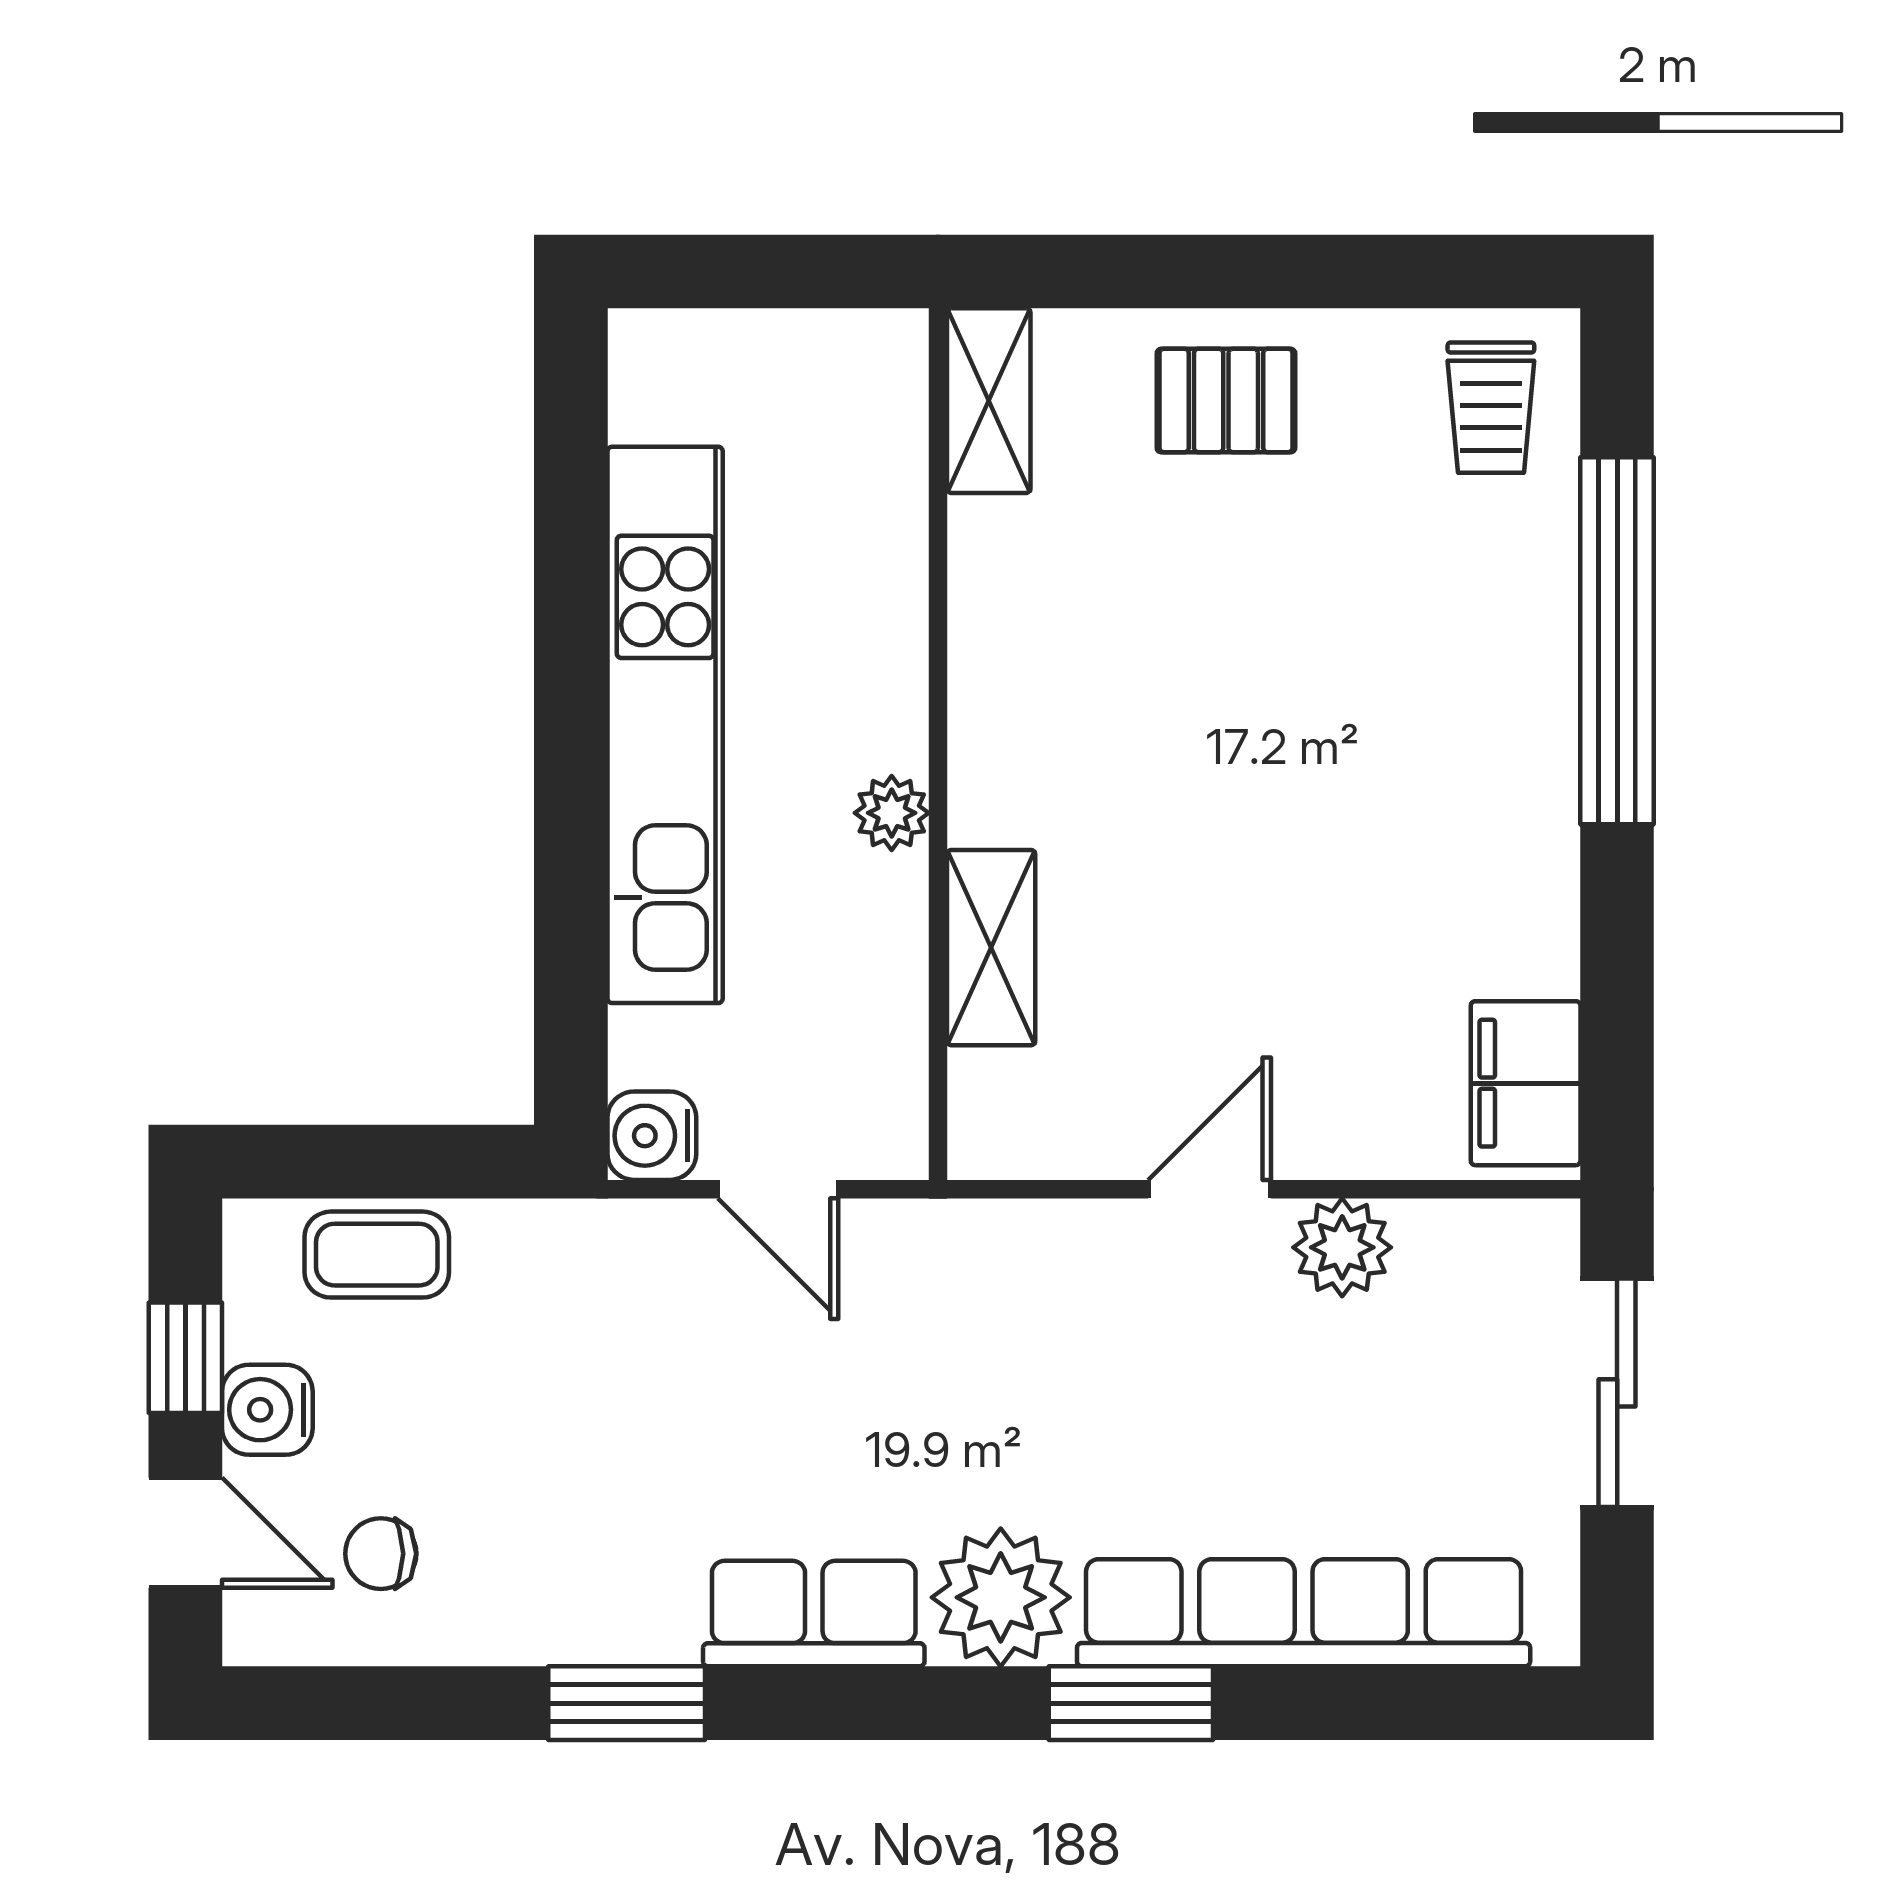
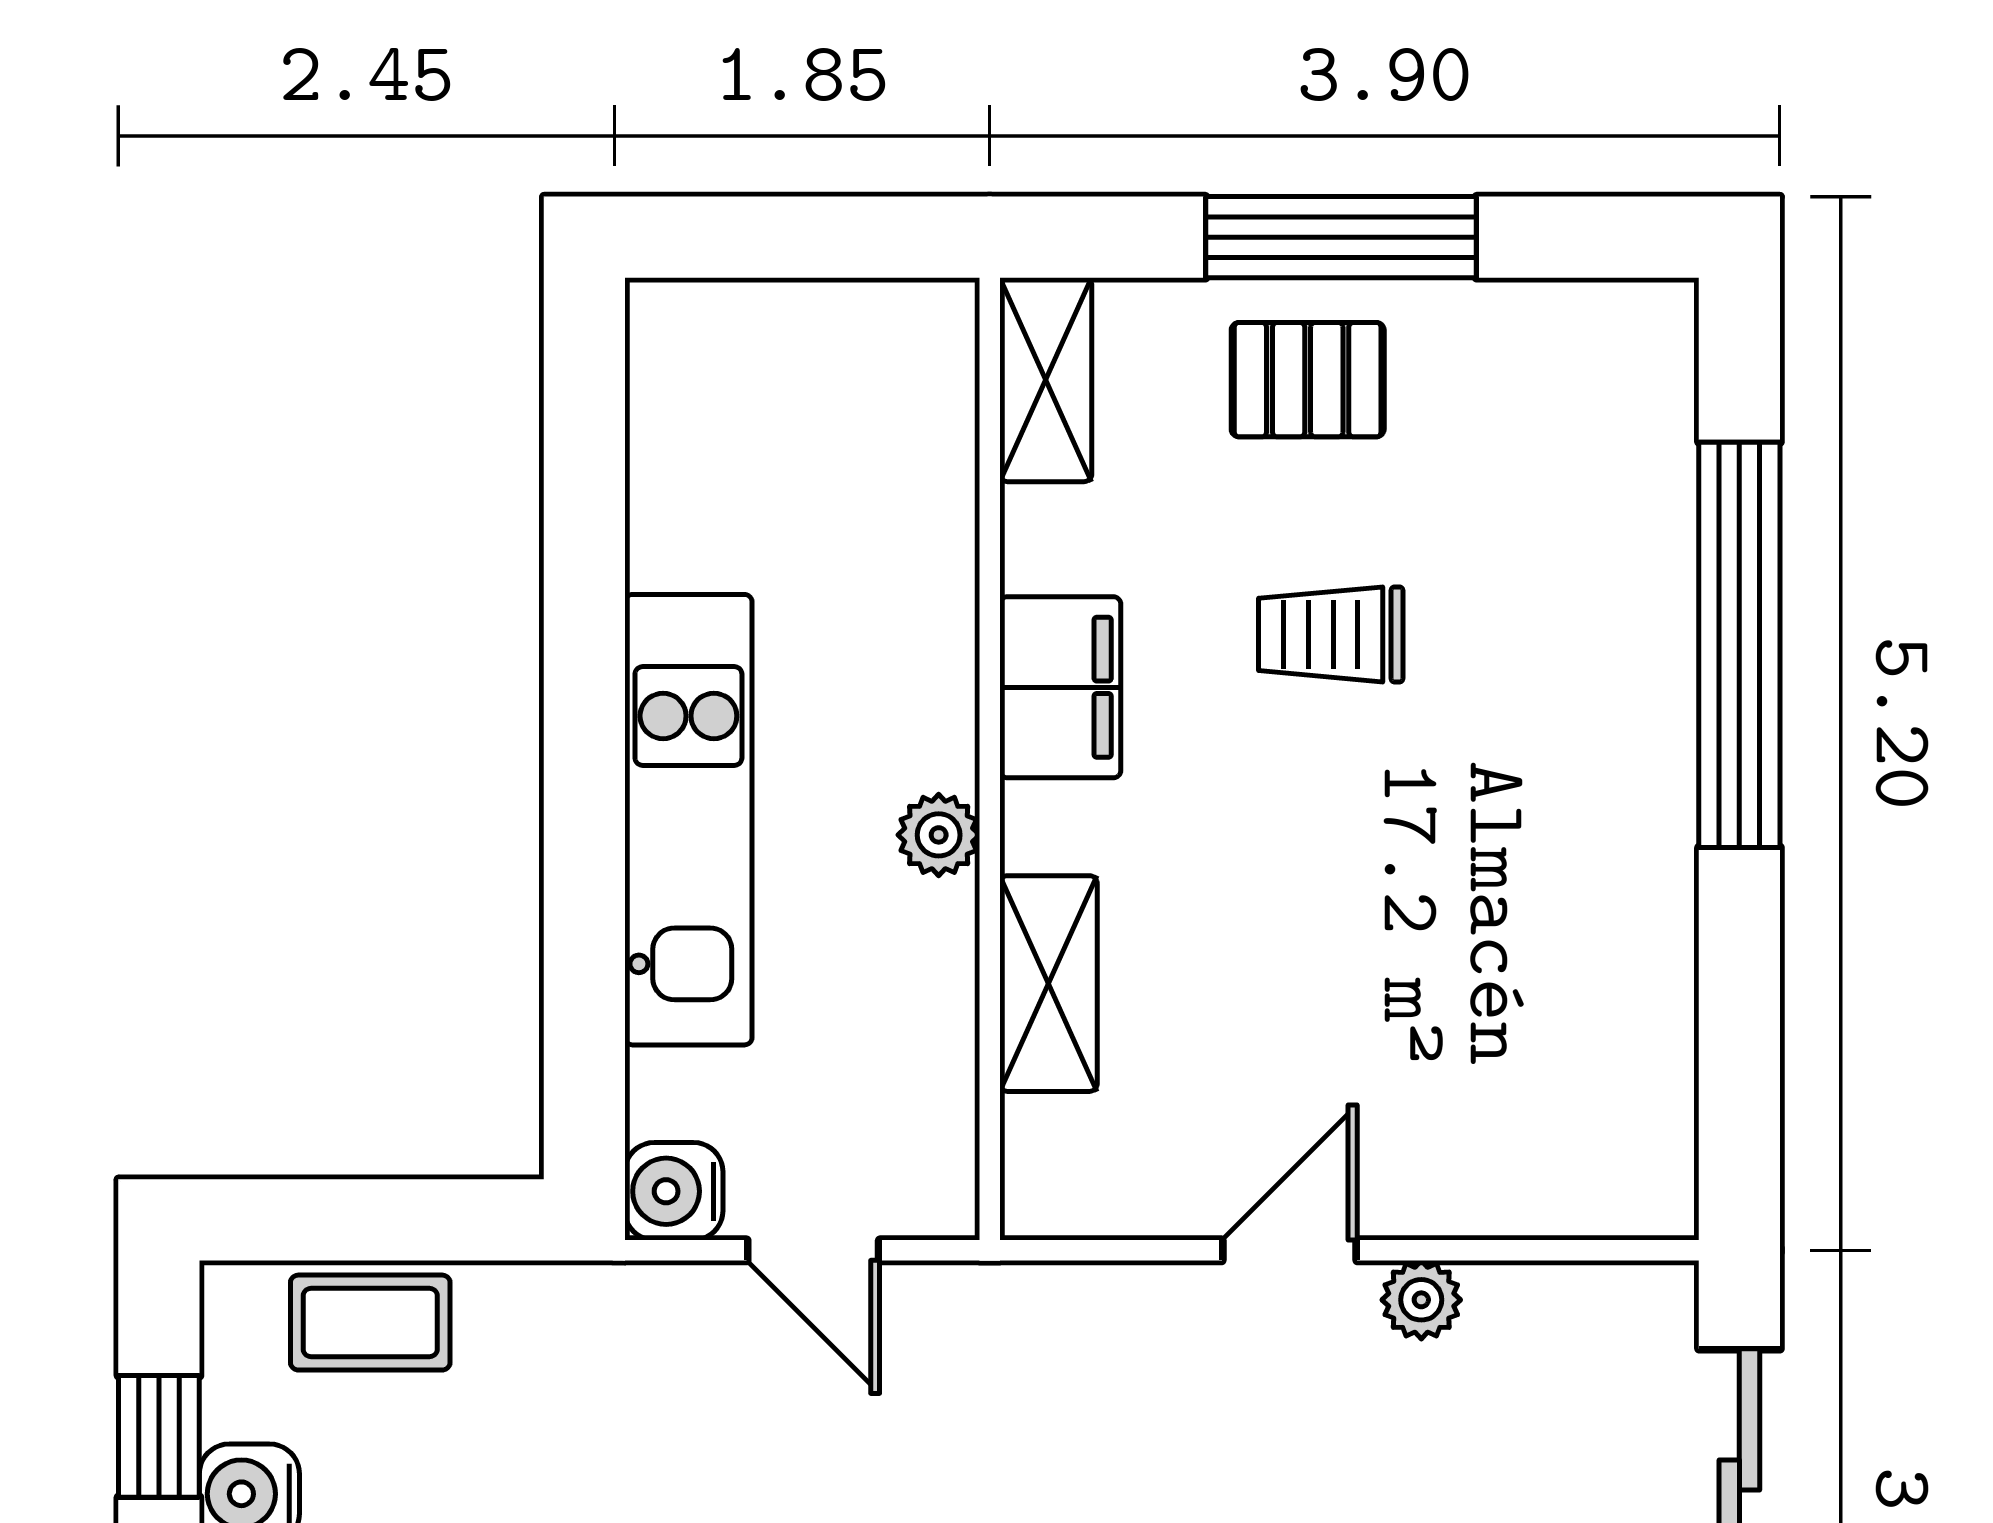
window: (1256, 272) -> (1341, 237), added
trolley: (1491, 408) -> (1331, 634), moved, turned 90
kitchen unit: (665, 725) -> (688, 820), width x0.73
filing cabinet: (1526, 1083) -> (1060, 687), moved, turned 180
plant: (1342, 1247) -> (1421, 1300), width x0.73, depth x0.73

